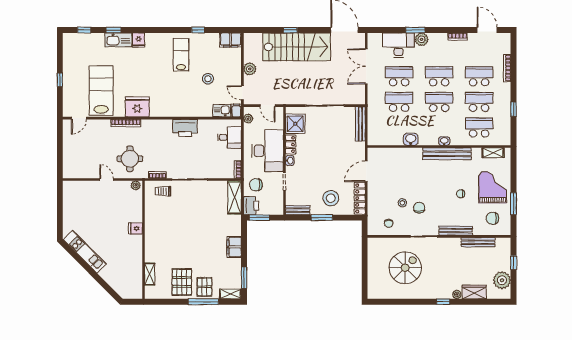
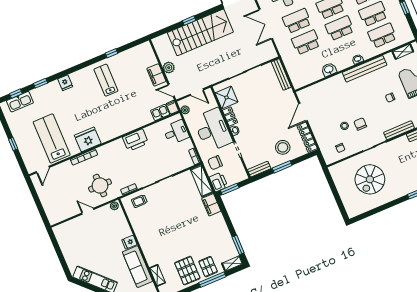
kitchen sink: (118, 40) -> (20, 102), moved
filing cabinet: (231, 40) -> (156, 75), moved, turned 90
stool: (208, 79) -> (137, 91), removed
filing cabinet: (234, 247) -> (211, 205), moved
sofa: (133, 257) -> (137, 267), added
spiral stairs: (405, 268) -> (370, 179), turned 180

